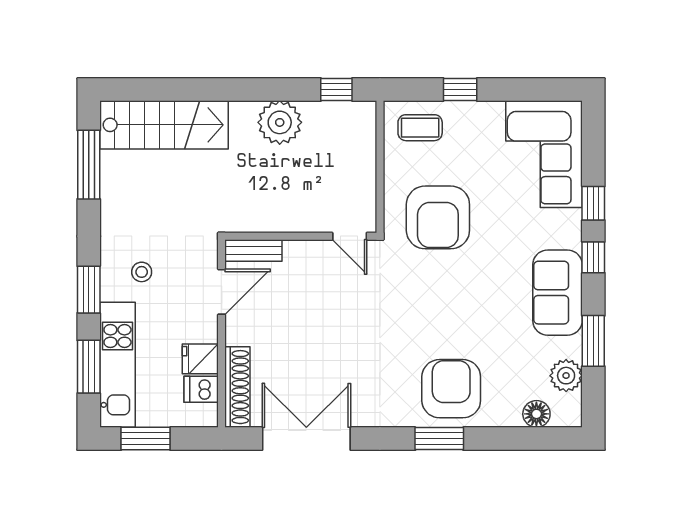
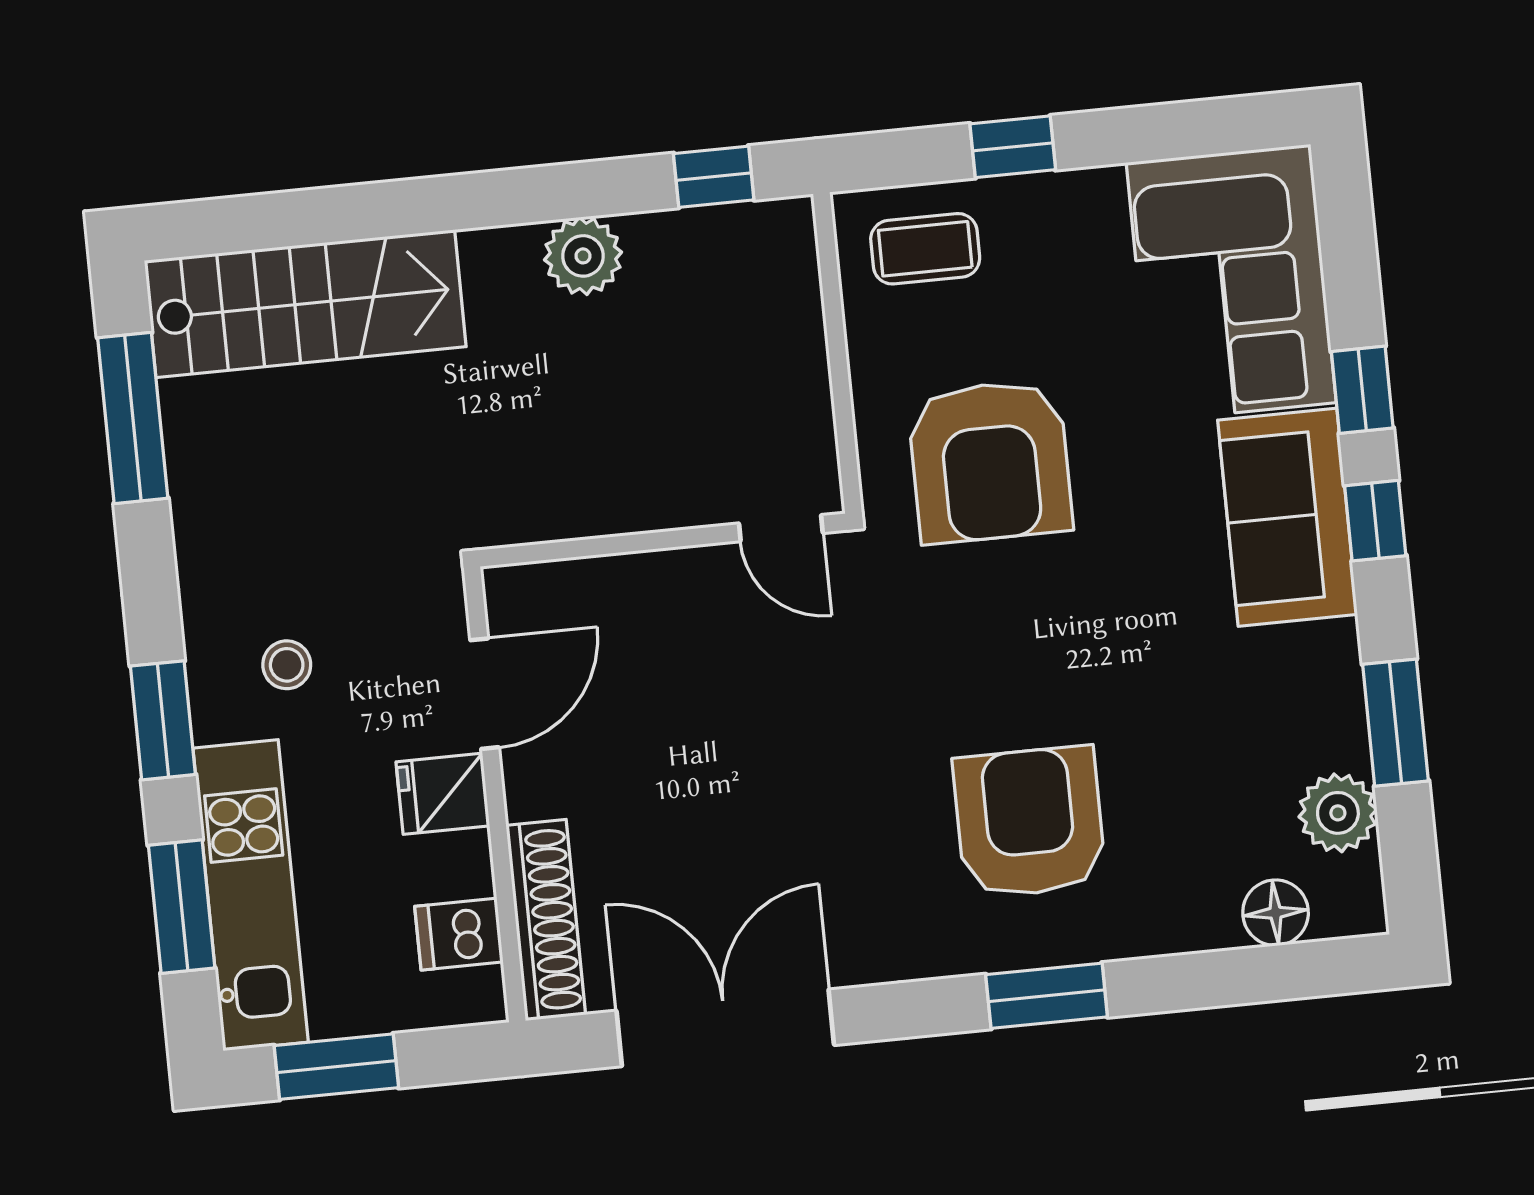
plant: (280, 122) -> (583, 256), width x0.73, depth x0.73
bench: (253, 250) -> (552, 586), removed
sofa: (558, 293) -> (1288, 517), moved
fridge: (200, 359) -> (443, 794), moved
armchair: (451, 389) -> (1029, 822), moved

